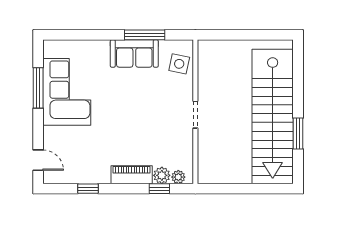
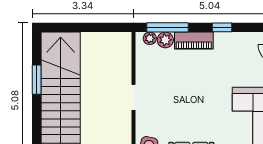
window: (88, 189) -> (222, 27), moved
window: (159, 189) -> (168, 27), width x2.17

